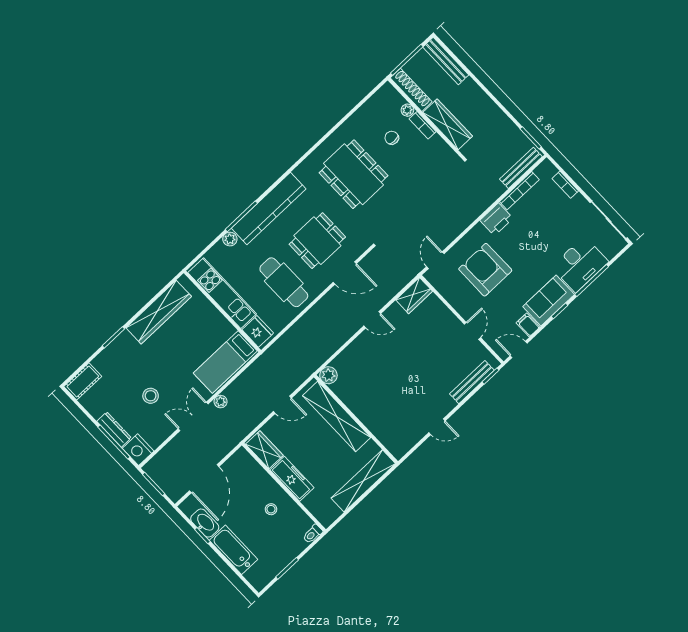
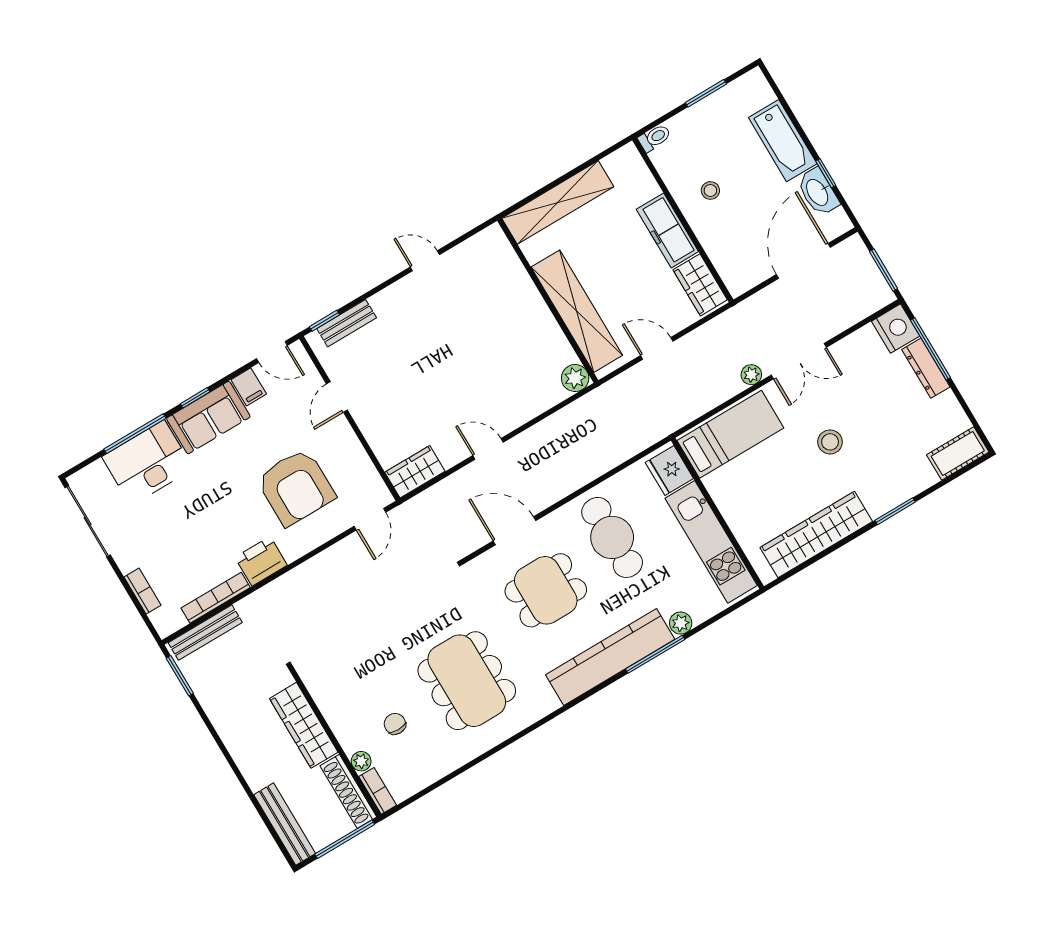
bookcase: (423, 125) -> (378, 791), moved
chair: (392, 138) -> (395, 724), turned 180
bench: (472, 382) -> (347, 323), width x0.73
stool: (151, 396) -> (830, 442), moved

